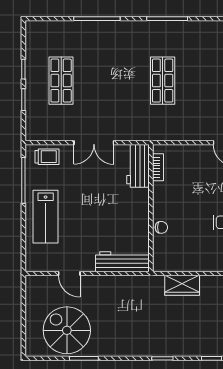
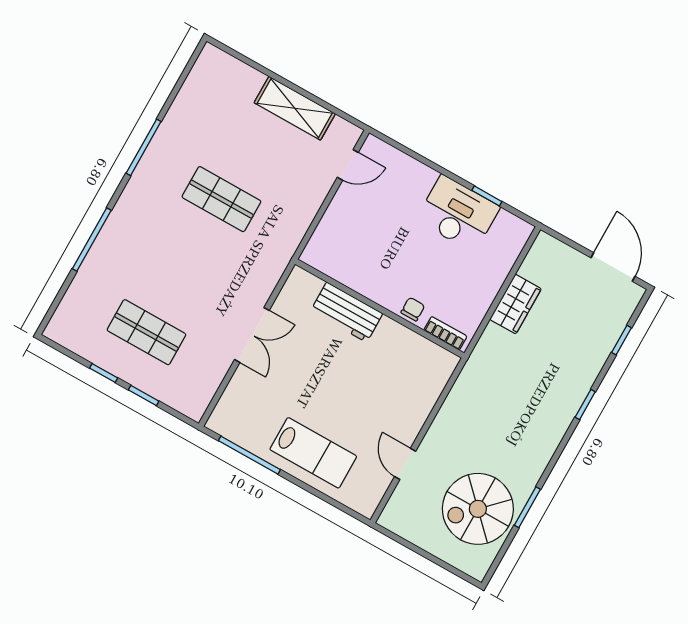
trolley: (47, 157) -> (236, 407), removed
workbench: (138, 166) -> (347, 312), moved
bookcase: (158, 167) -> (445, 333), moved
workbench: (122, 262) -> (429, 385), removed
door: (69, 273) -> (405, 464), swing flipped
wardrobe: (182, 285) -> (516, 304), moved

